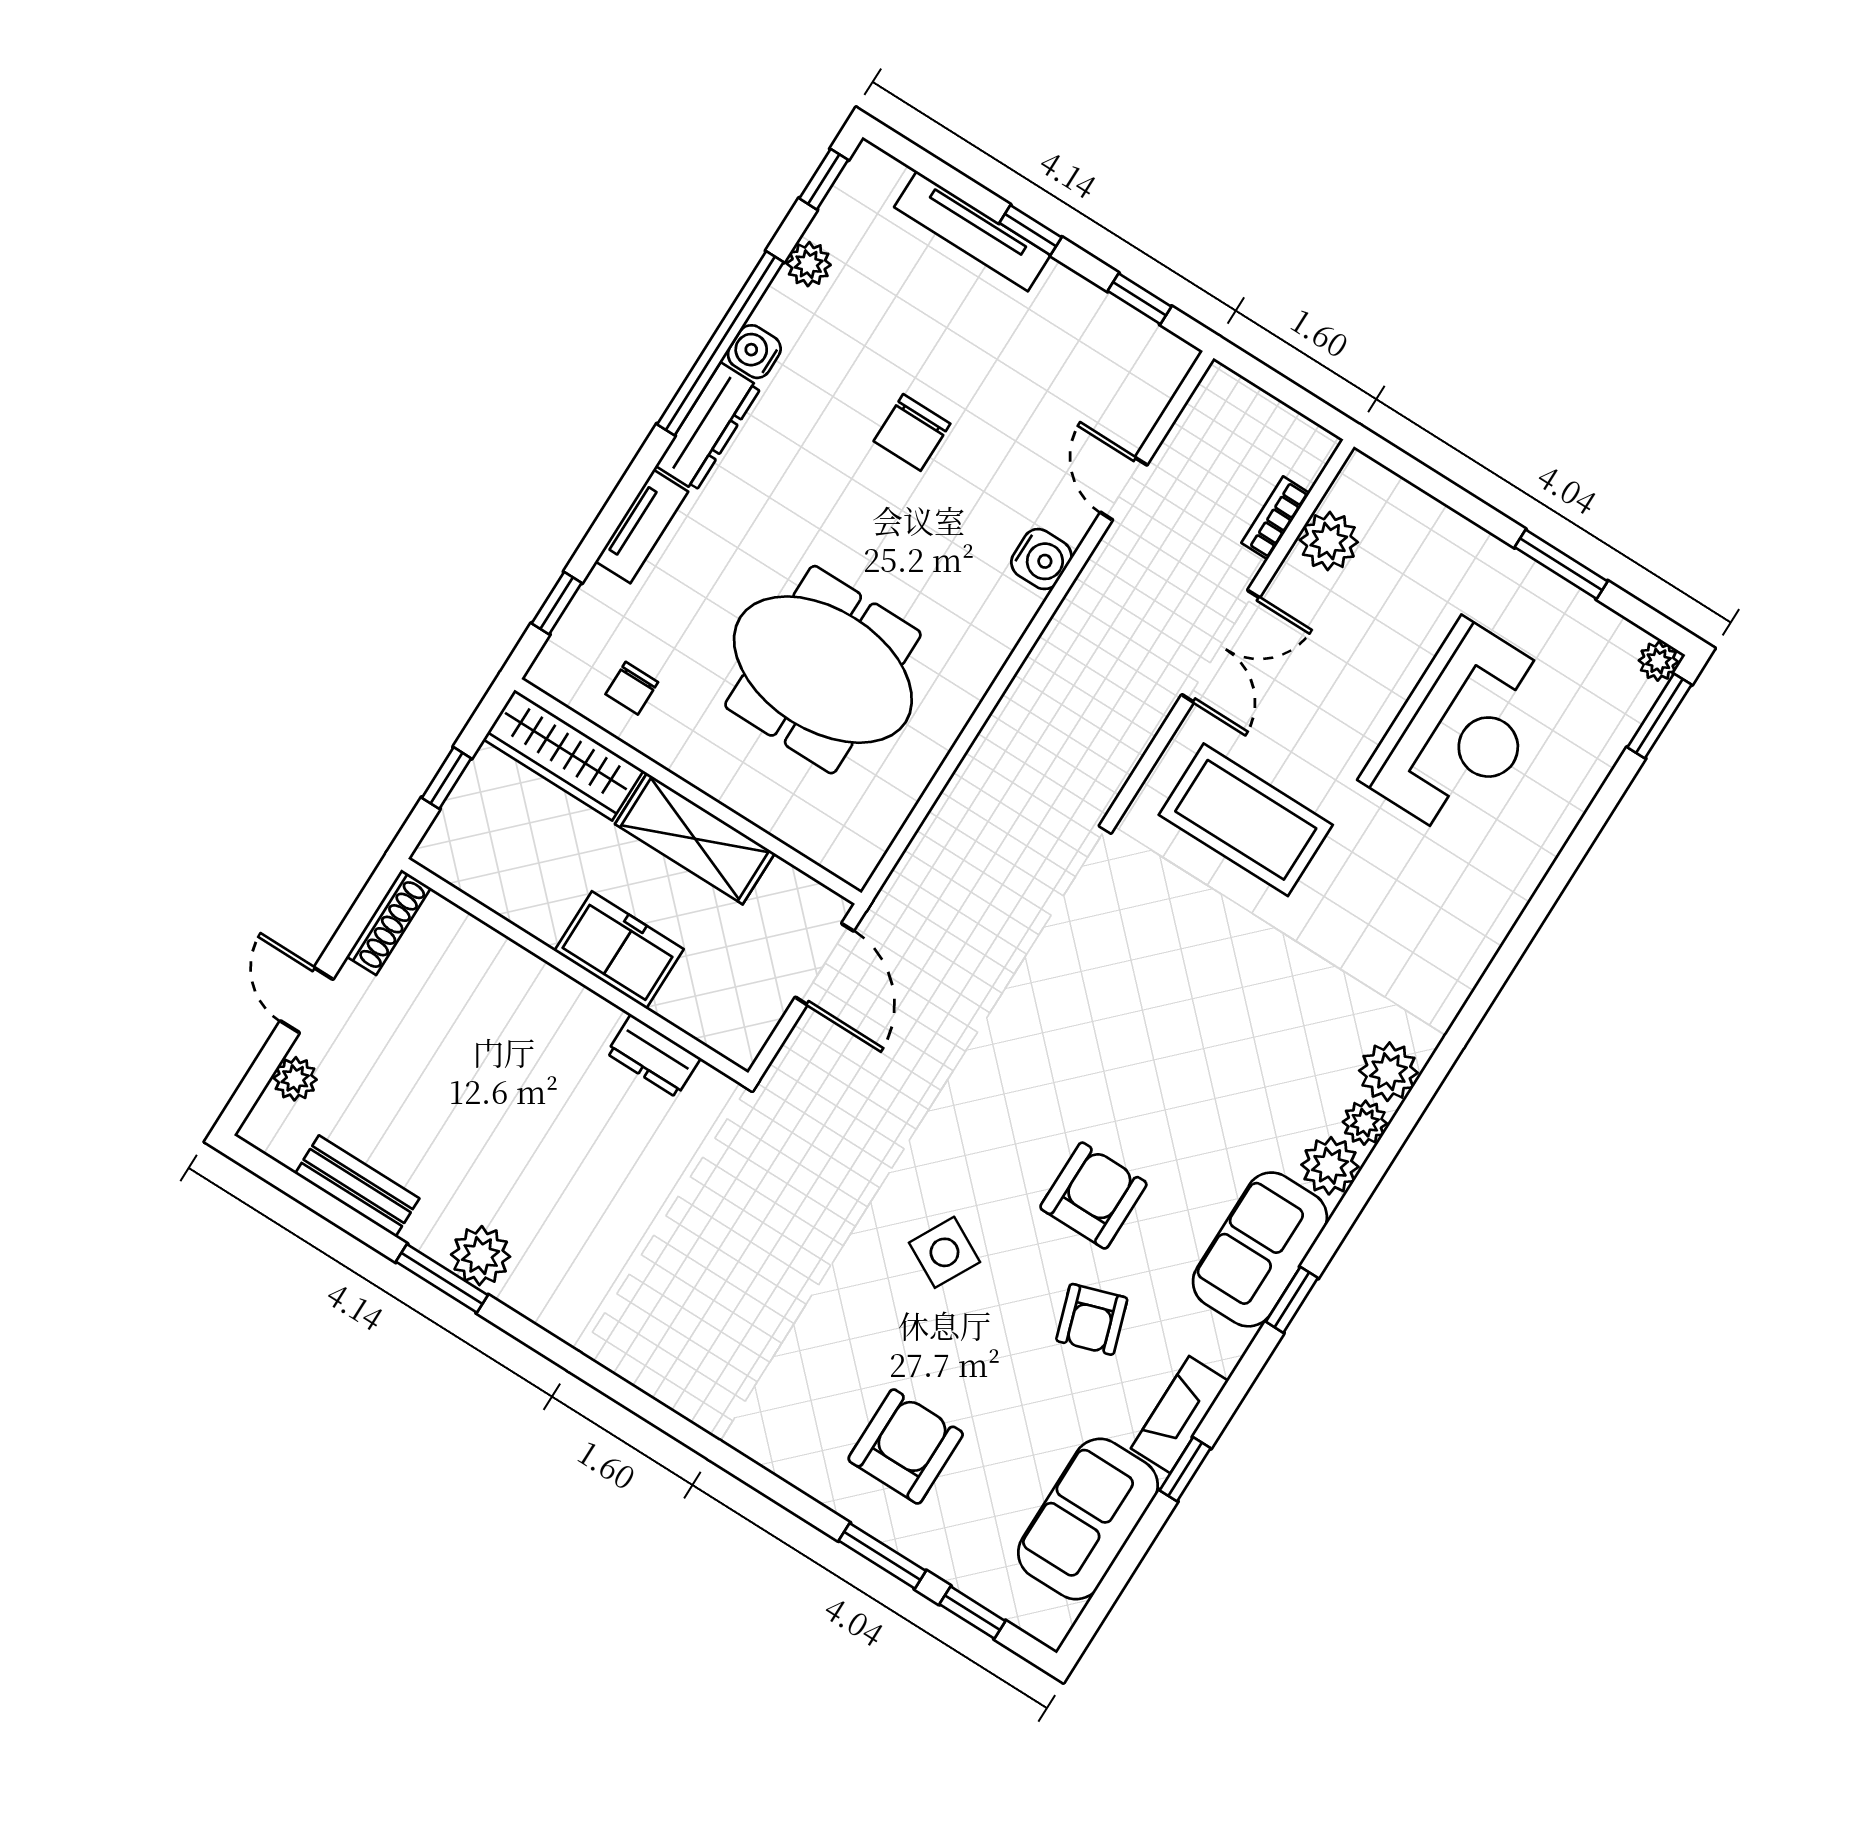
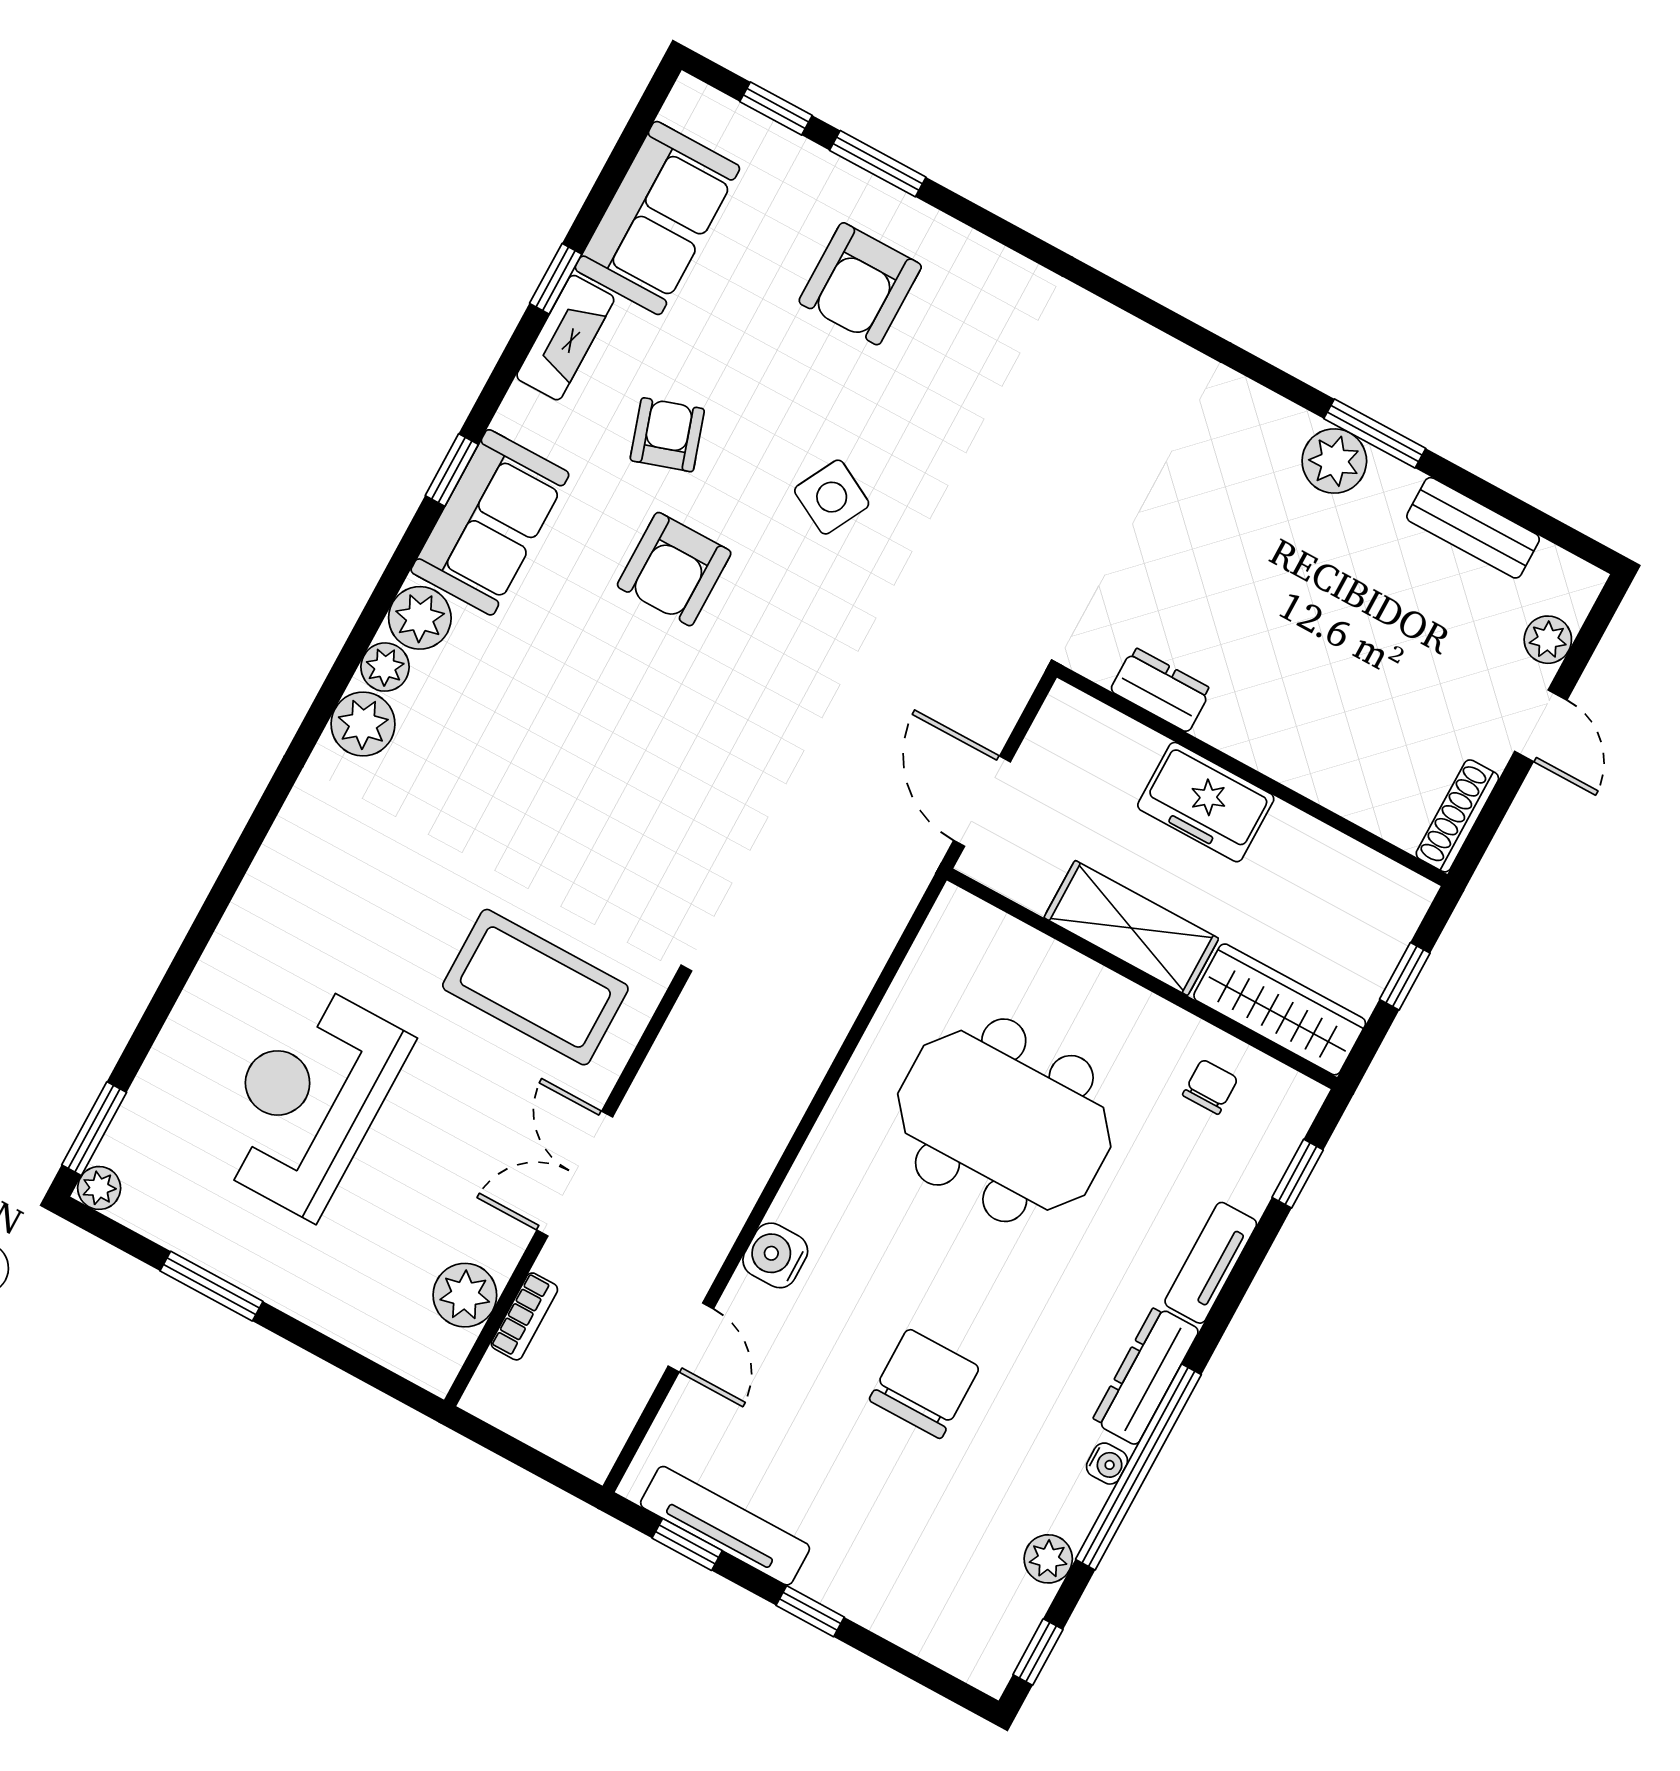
tv unit: (972, 231) -> (725, 1526), moved
water cooler: (754, 352) -> (1107, 1464), width x0.72, depth x0.72
chair: (912, 432) -> (924, 1384), width x1.37, depth x1.37

